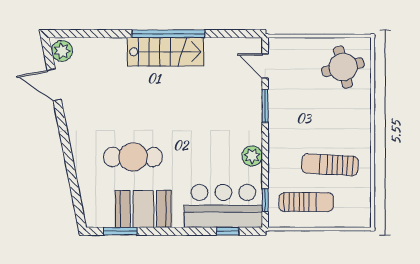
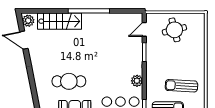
stairs: (166, 52) -> (59, 21), moved
door: (265, 66) -> (144, 29), hinge flipped
round table: (343, 67) -> (174, 30), moved

